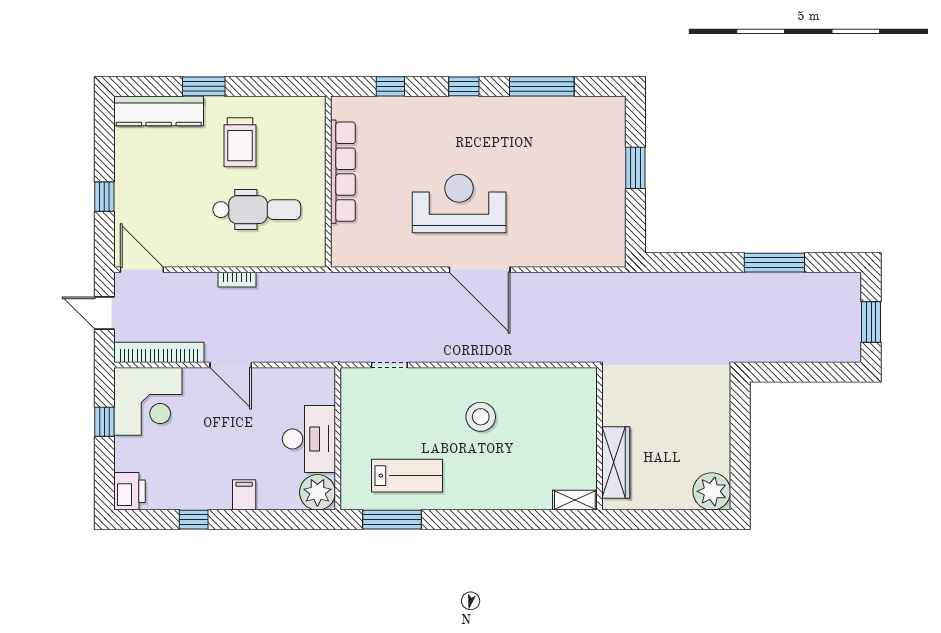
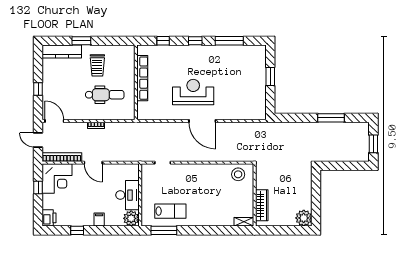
stool: (481, 417) -> (238, 174), moved

